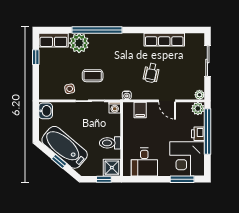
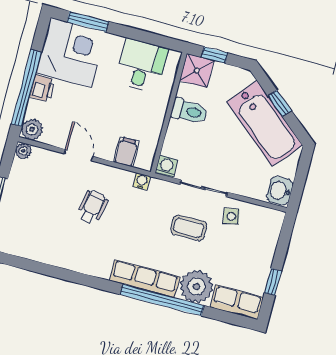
row of seats: (164, 40) -> (145, 279), moved

